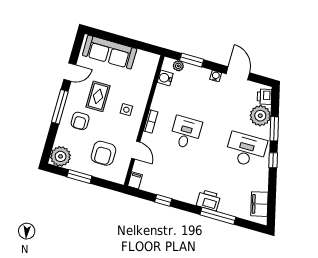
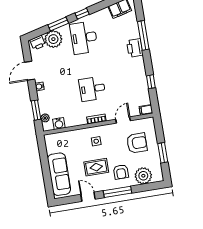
armchair: (80, 121) -> (121, 172), turned 90
plant: (61, 156) -> (143, 176), moved

